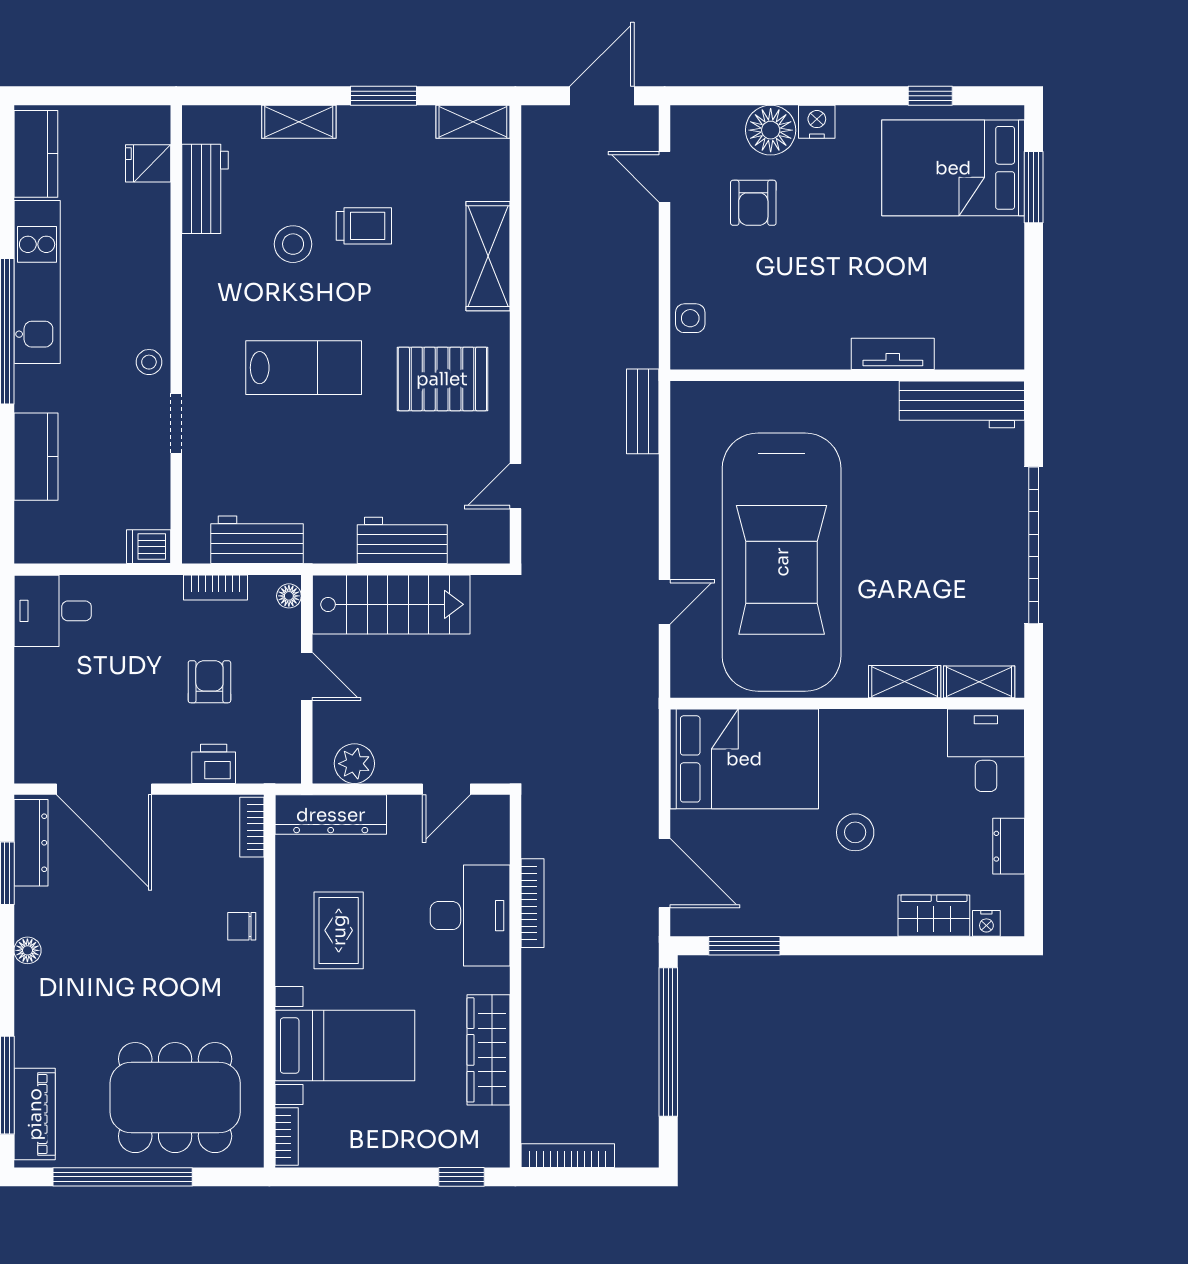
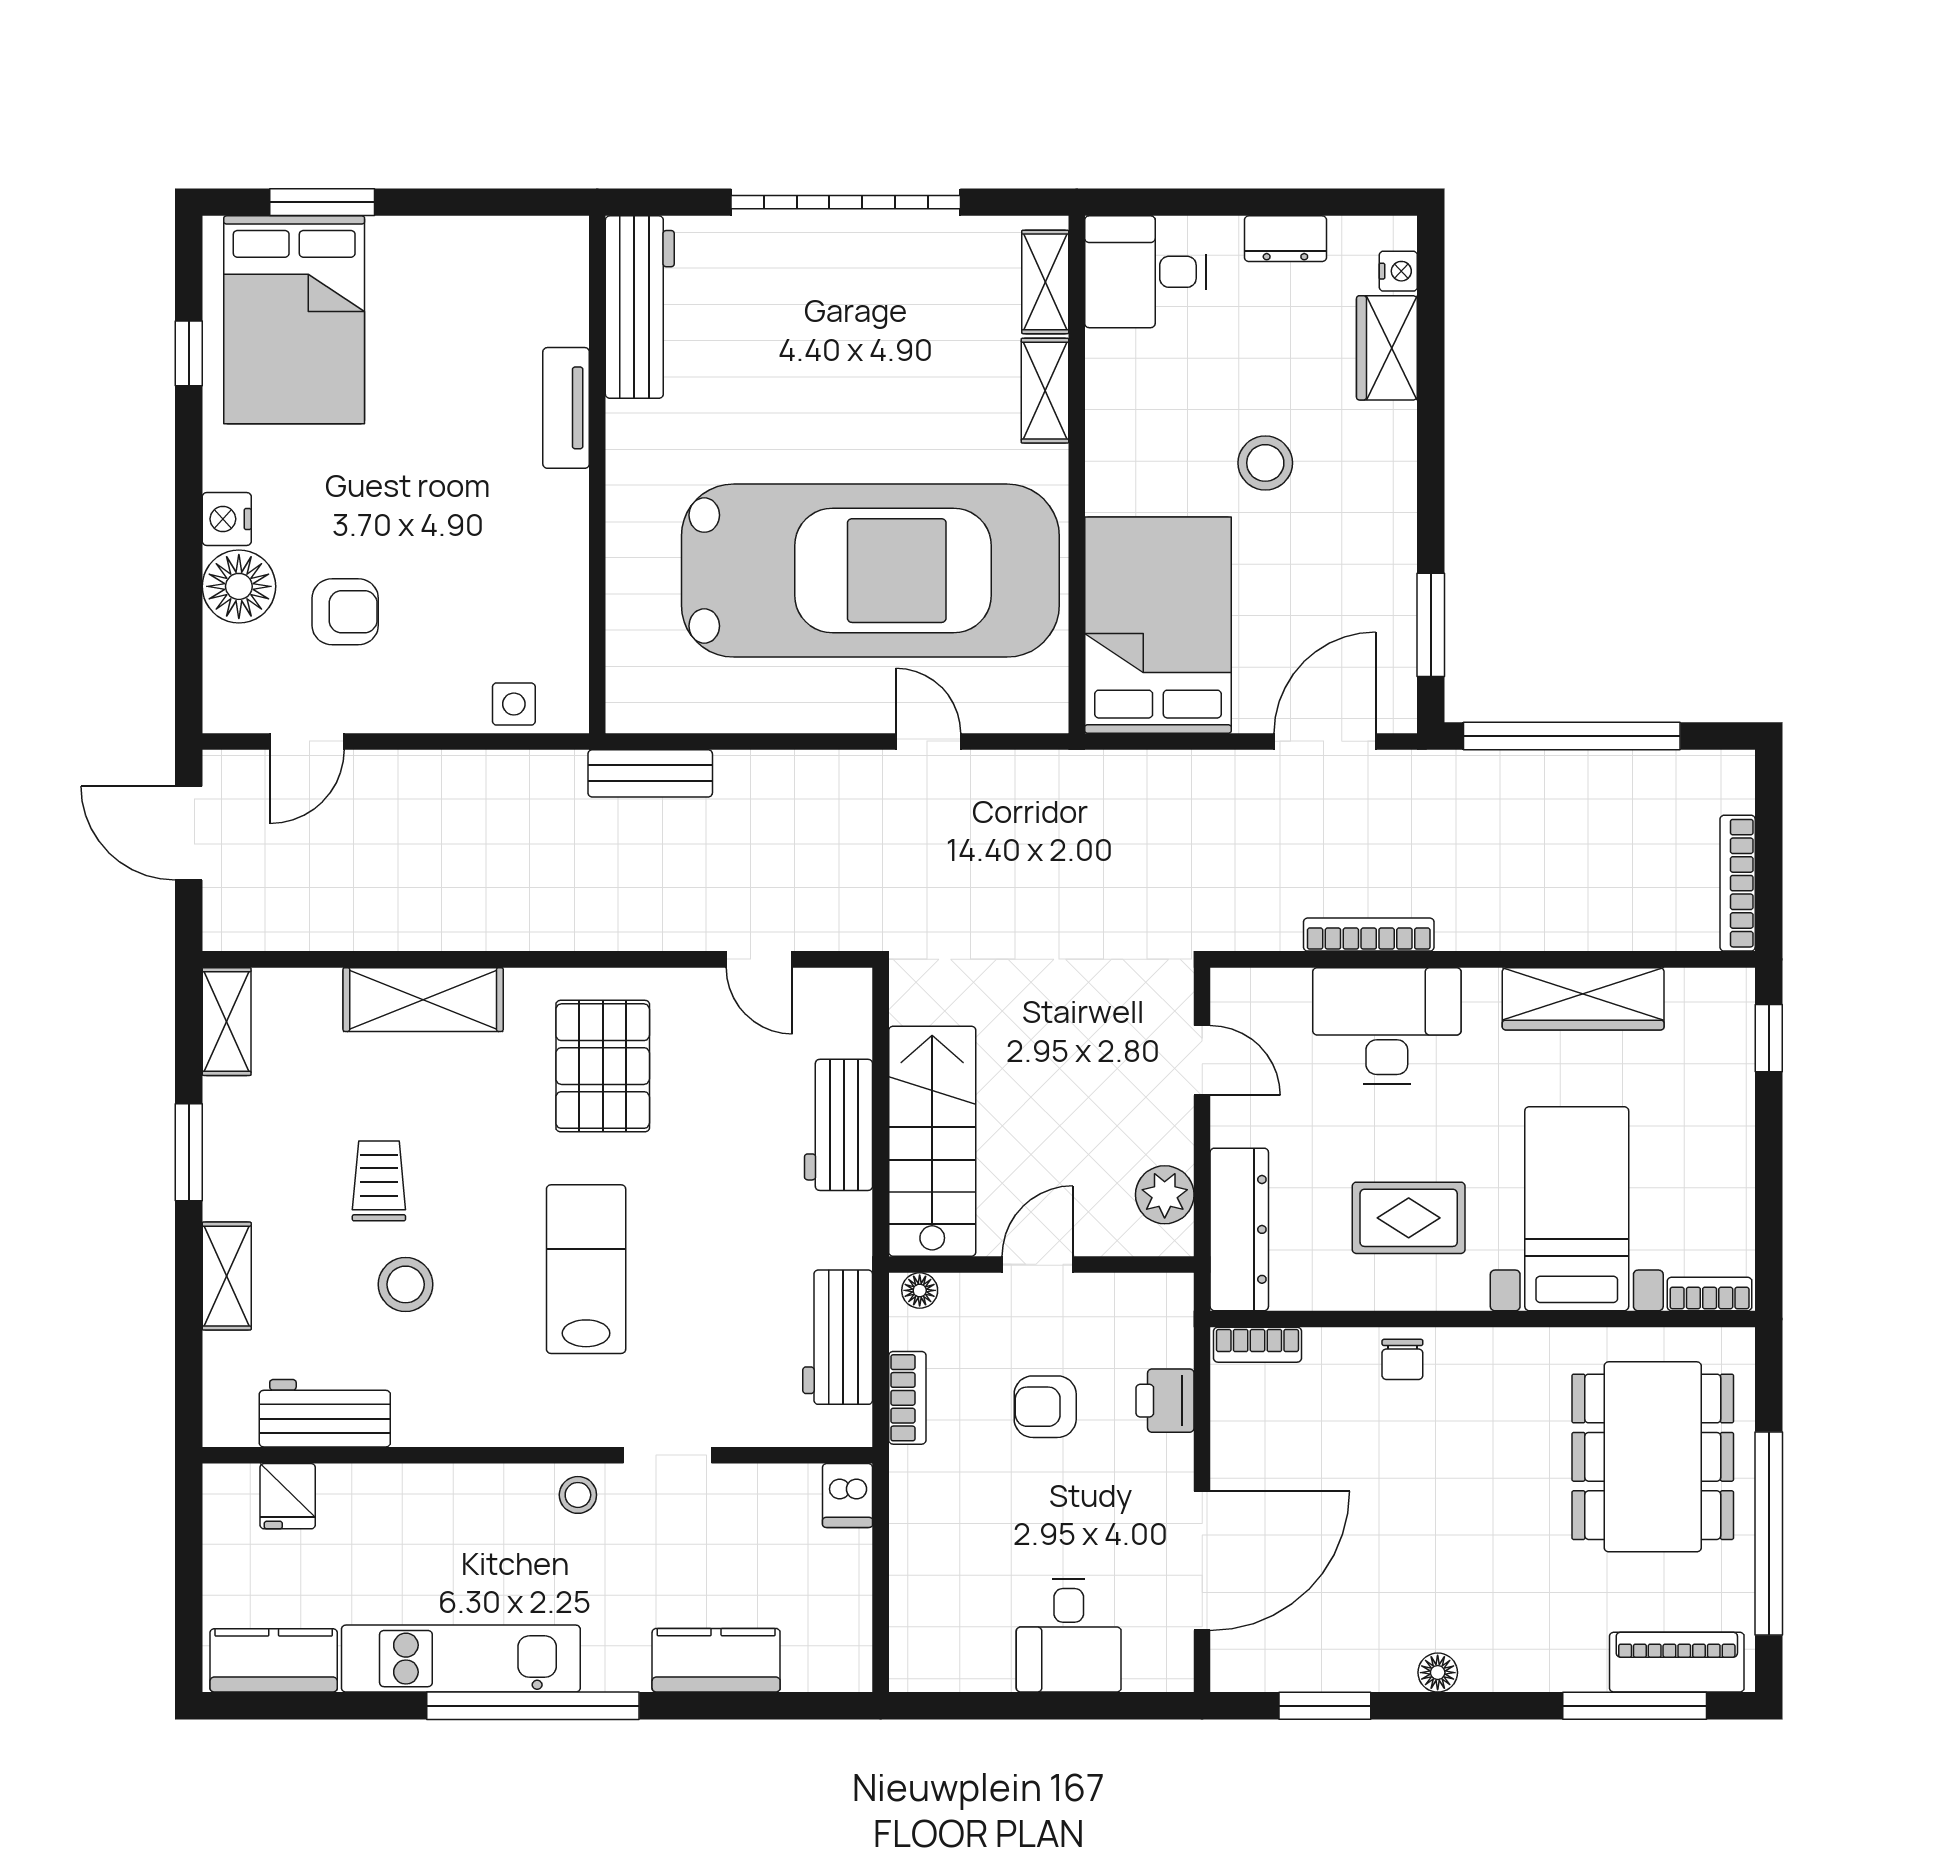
desk: (53, 611) -> (1069, 1636), moved
dresser: (31, 843) -> (1280, 1667), removed

